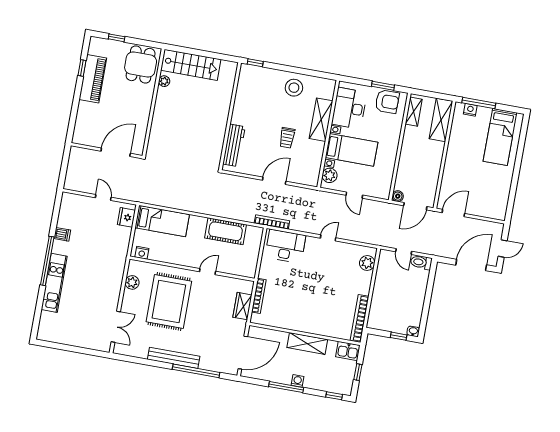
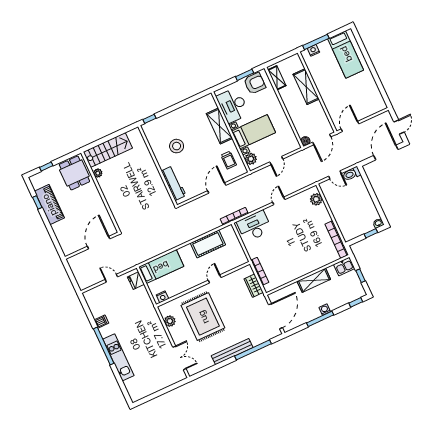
stool: (294, 88) -> (177, 146), moved
shelving: (441, 120) -> (306, 87), moved
trolley: (287, 138) -> (229, 160), moved
door: (354, 195) -> (276, 160), hinge flipped

